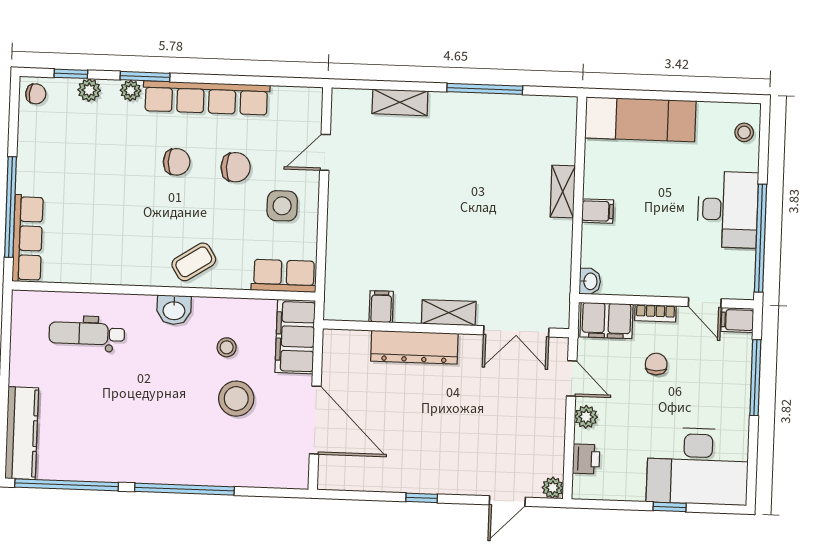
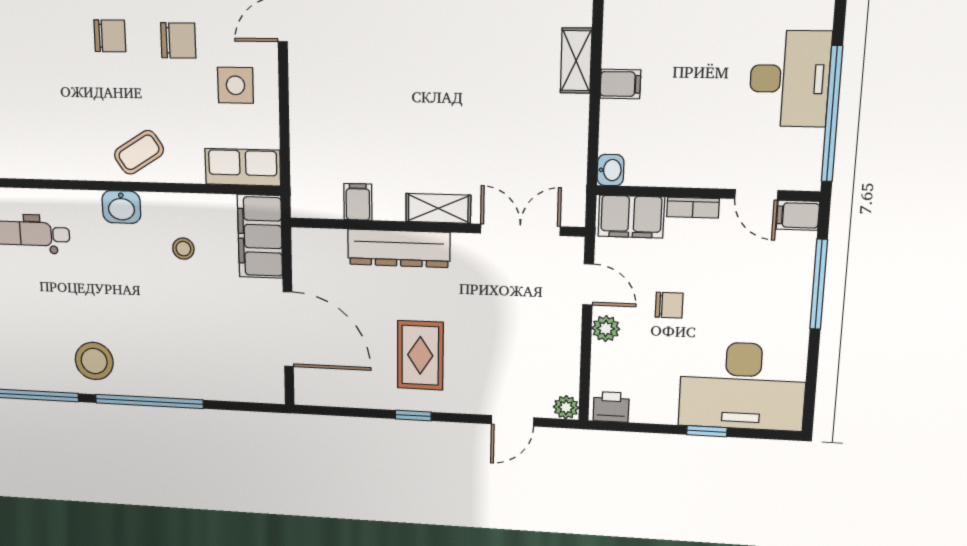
double door: (516, 331) -> (520, 230), swing flipped
chair: (656, 364) -> (669, 305), moved, turned 90
stool: (236, 399) -> (94, 361), moved
rug: (430, 442) -> (420, 355), added
printer: (586, 459) -> (611, 407), moved, turned -90

